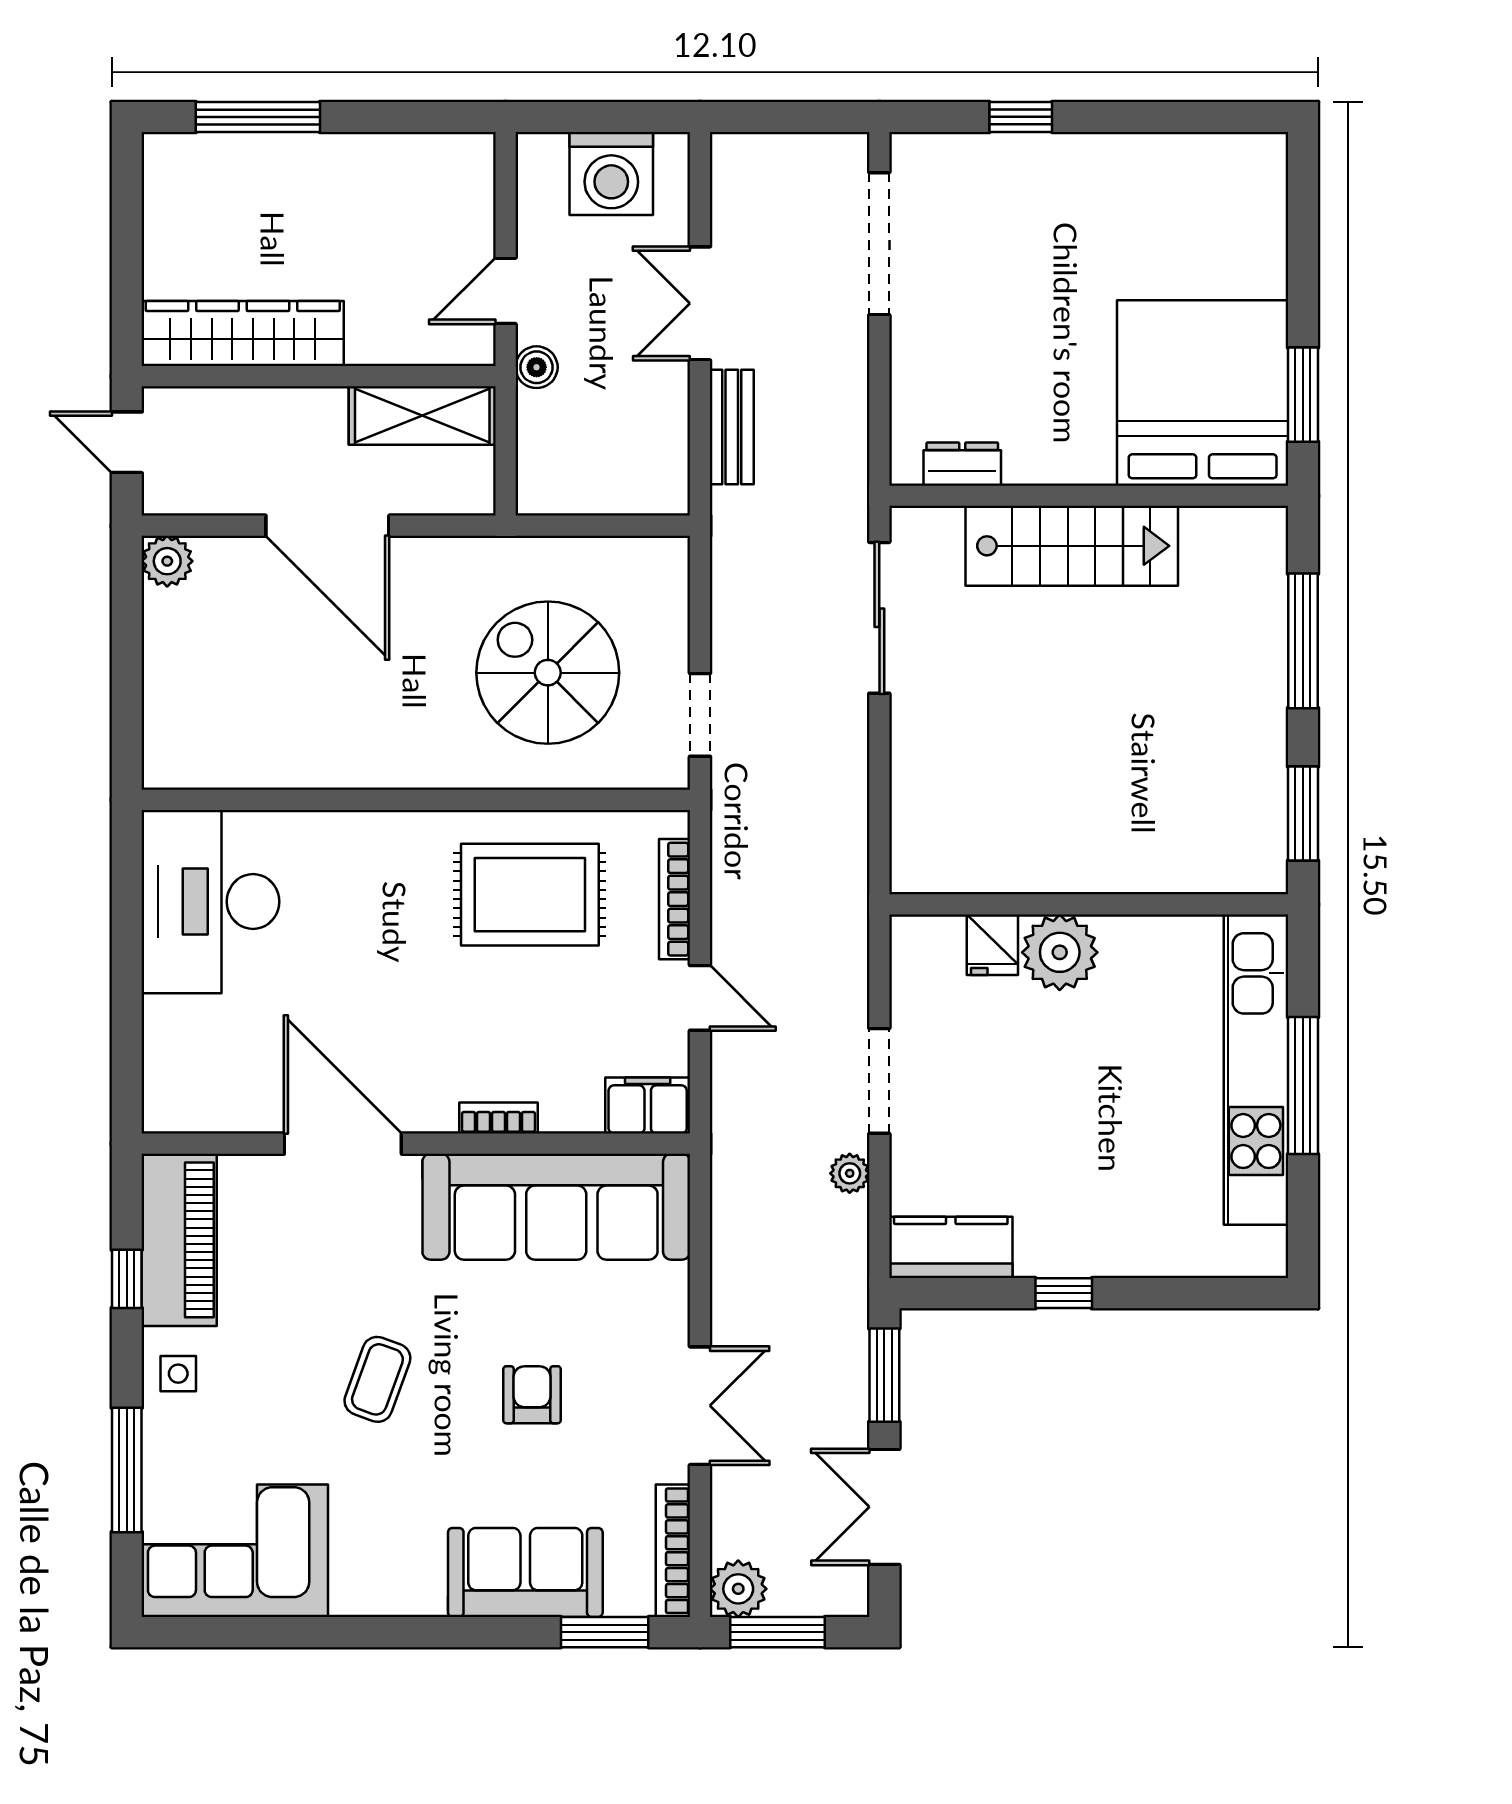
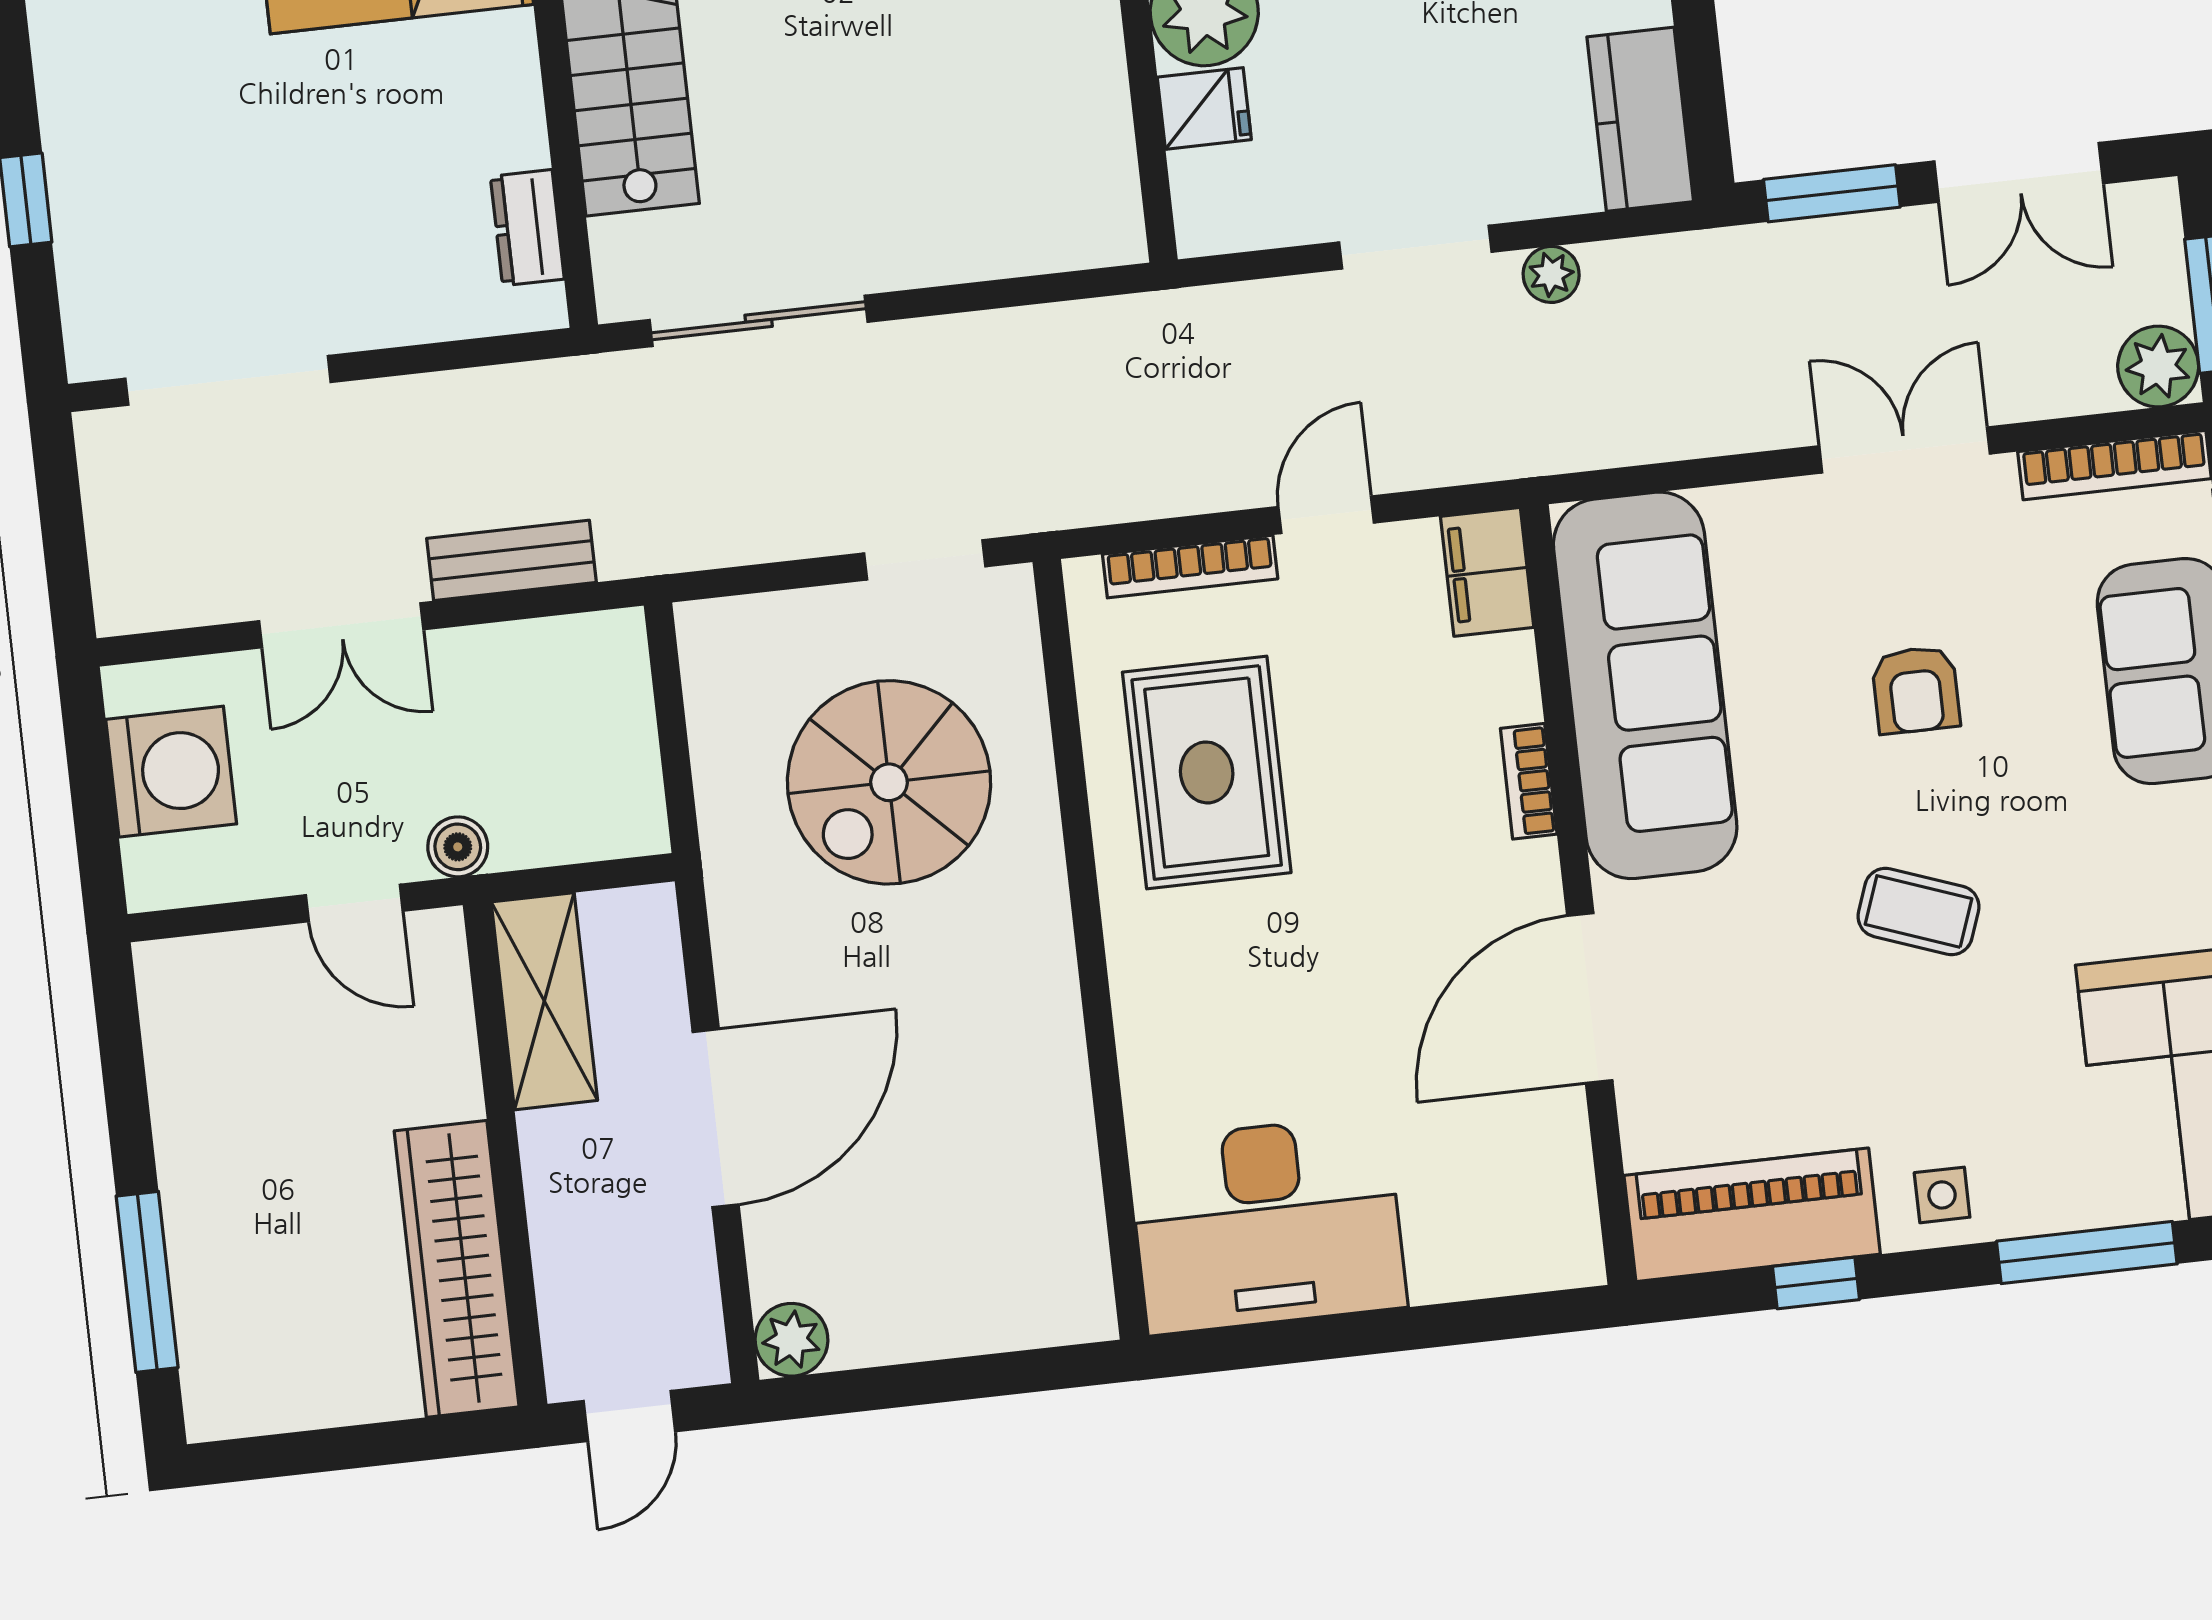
armchair: (532, 1395) -> (1916, 690), turned -90

